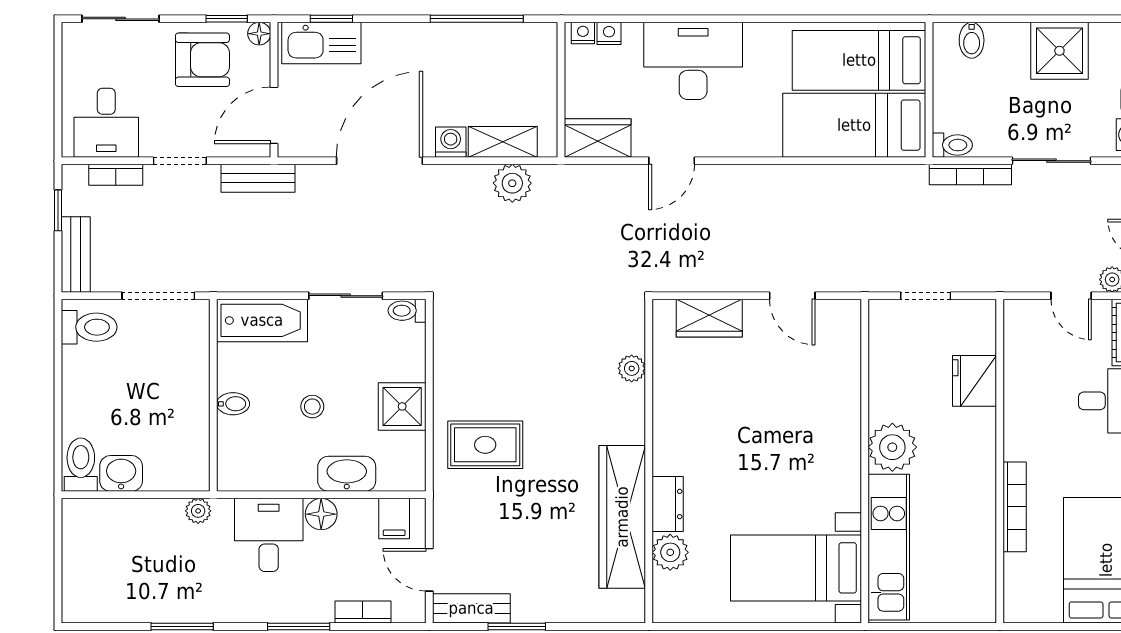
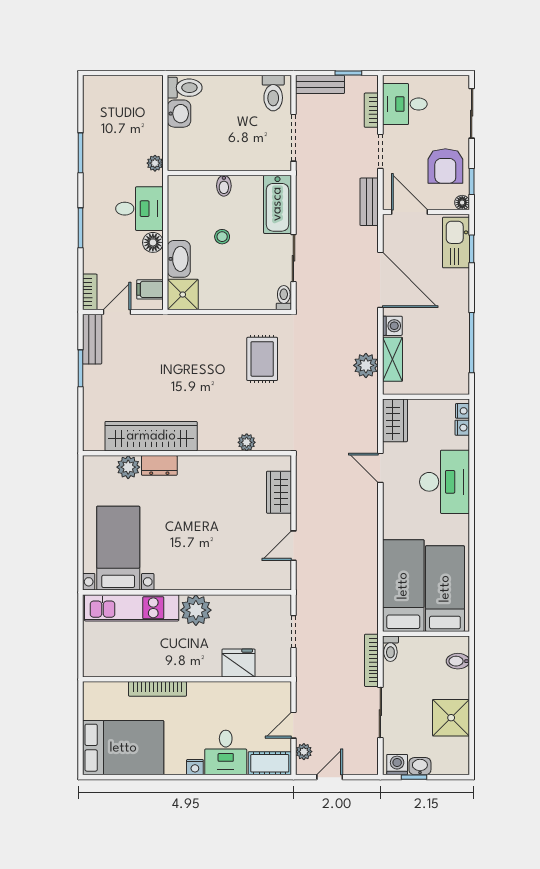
shower: (402, 406) -> (183, 295), moved
rug: (485, 445) -> (262, 359), moved
bookcase: (363, 612) -> (90, 292), moved

